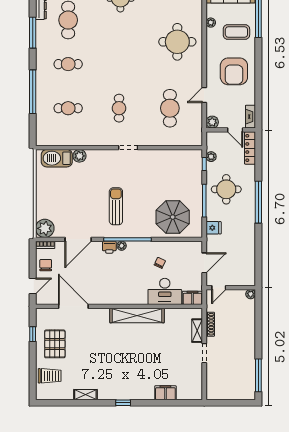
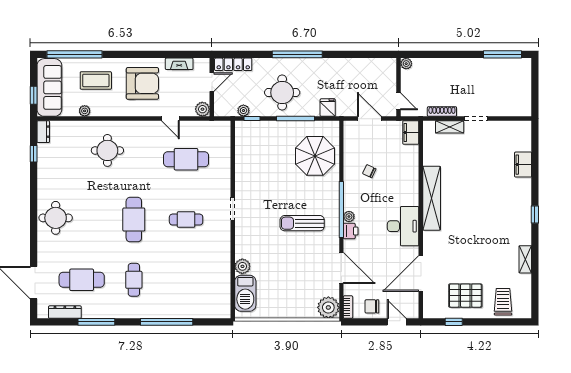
coffee table: (236, 32) -> (96, 80), turned 90
round table: (177, 42) -> (107, 150), width x0.73, depth x0.73
cafe table: (68, 108) -> (134, 220), moved, width x1.37, depth x1.35
fireplace: (250, 117) -> (179, 64), moved
desk: (165, 291) -> (403, 226), moved

